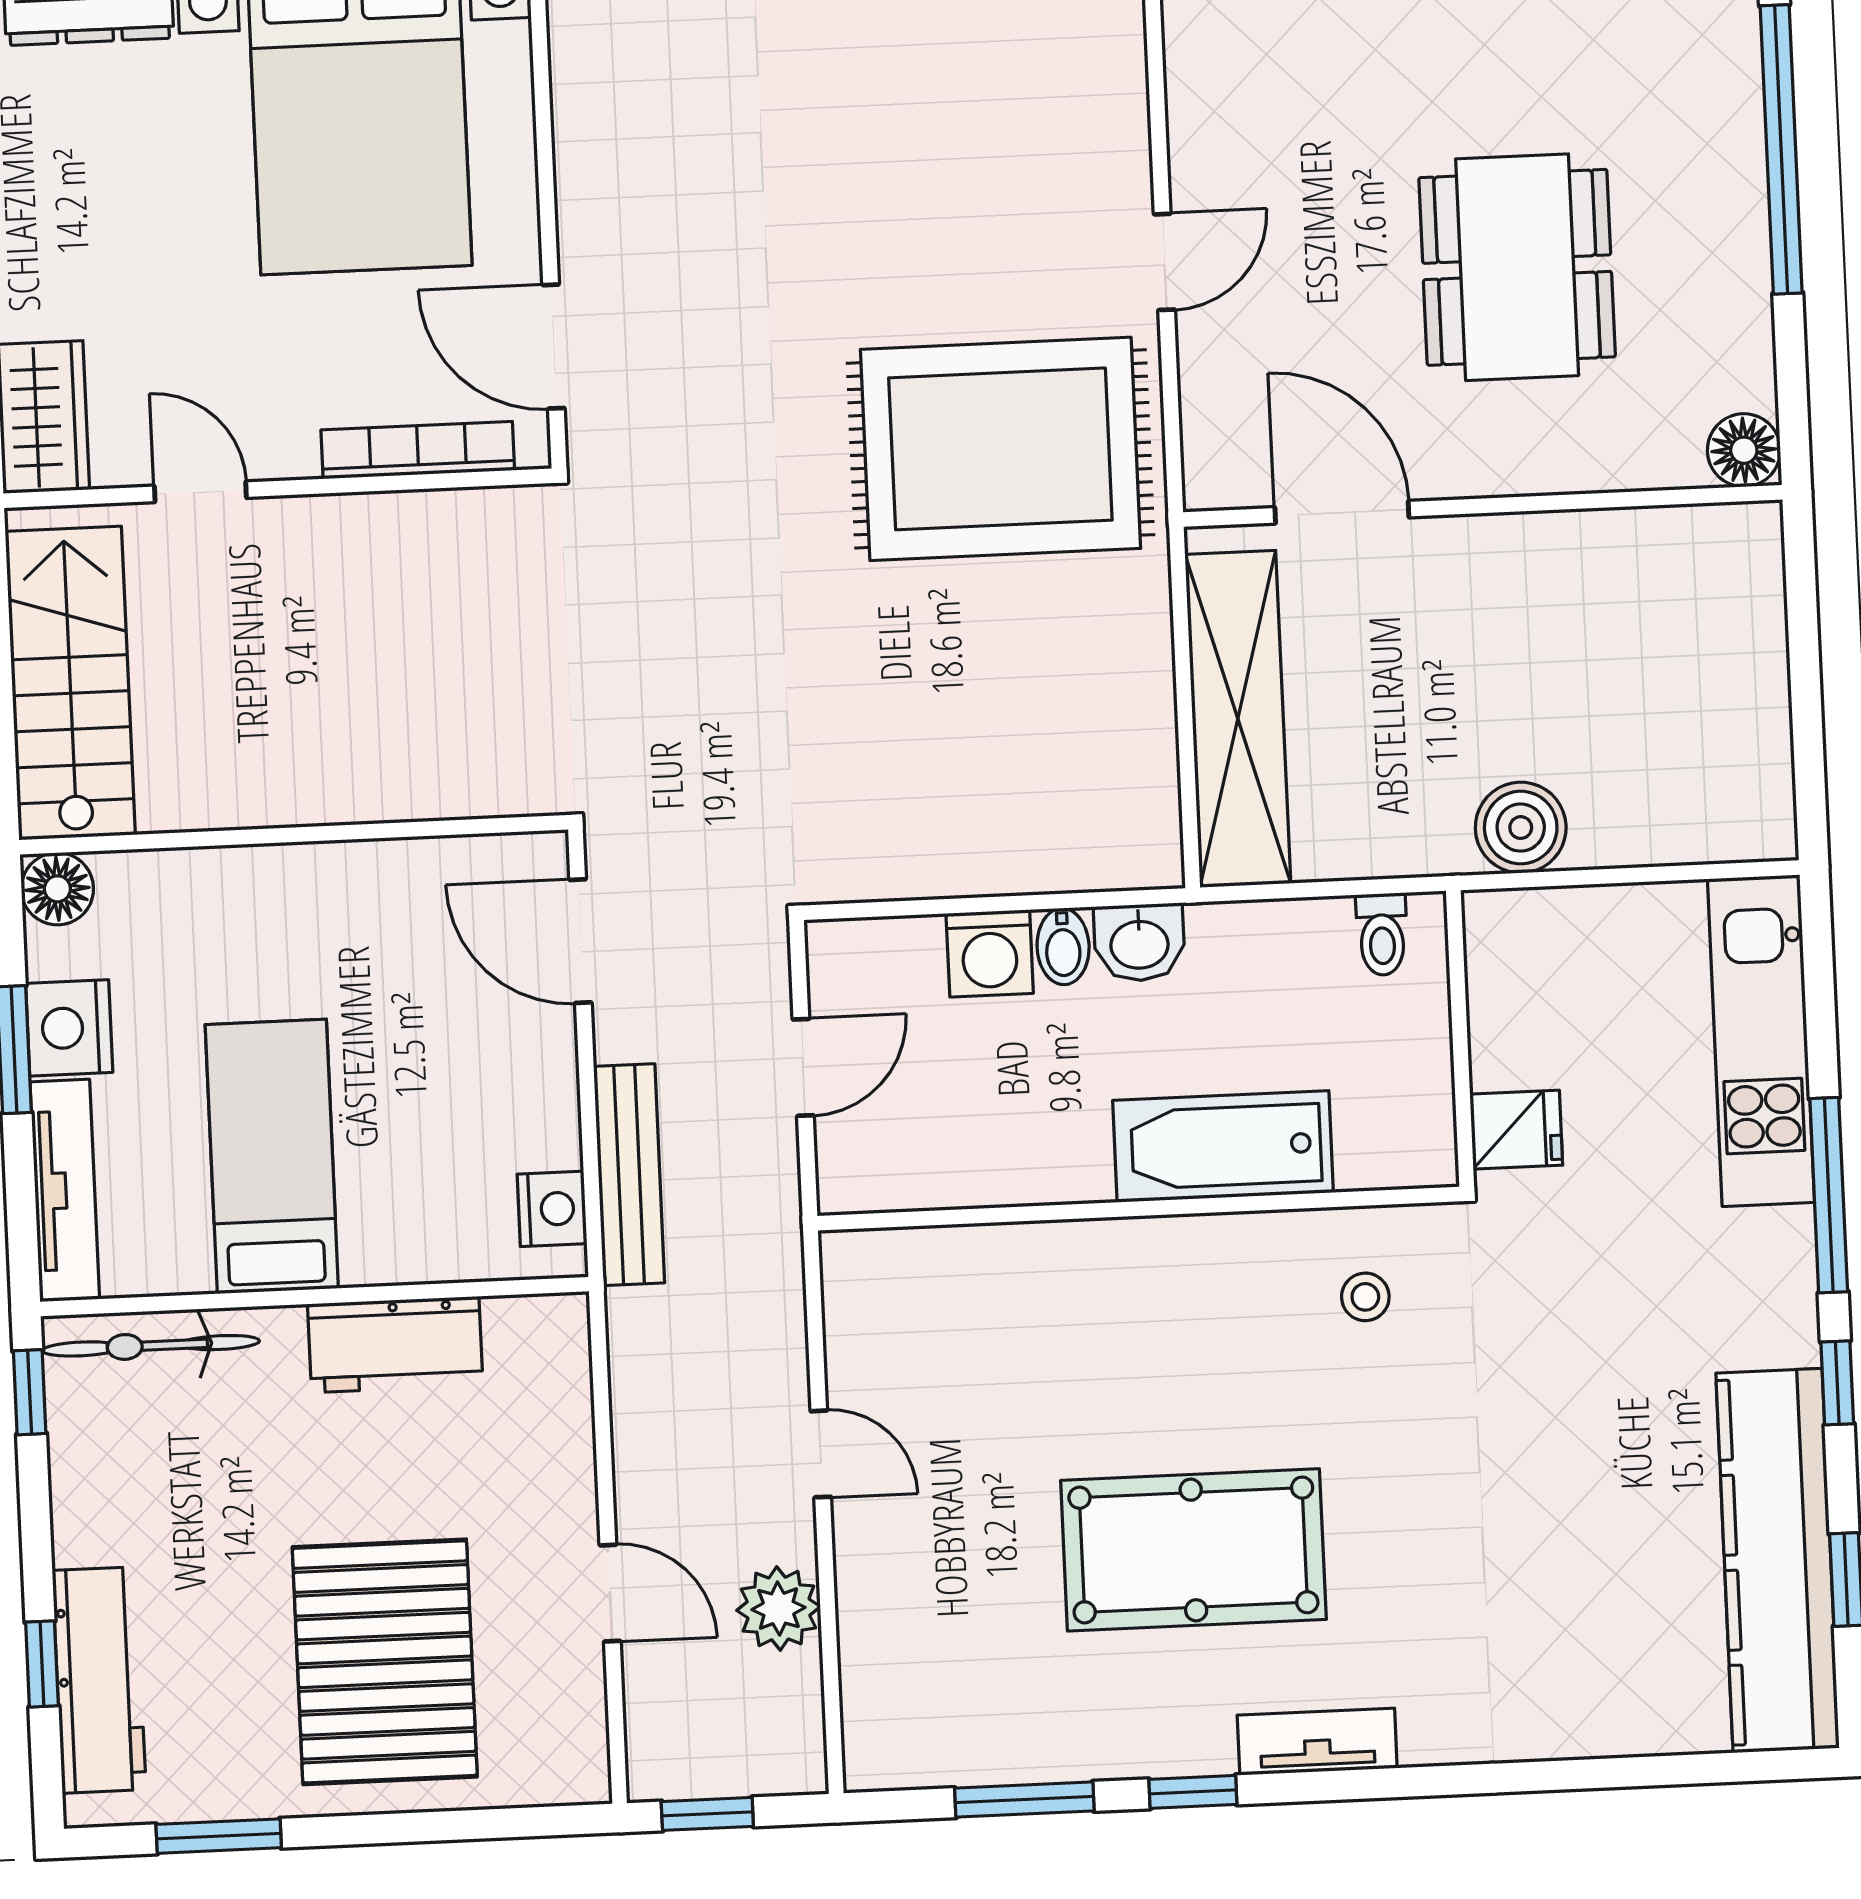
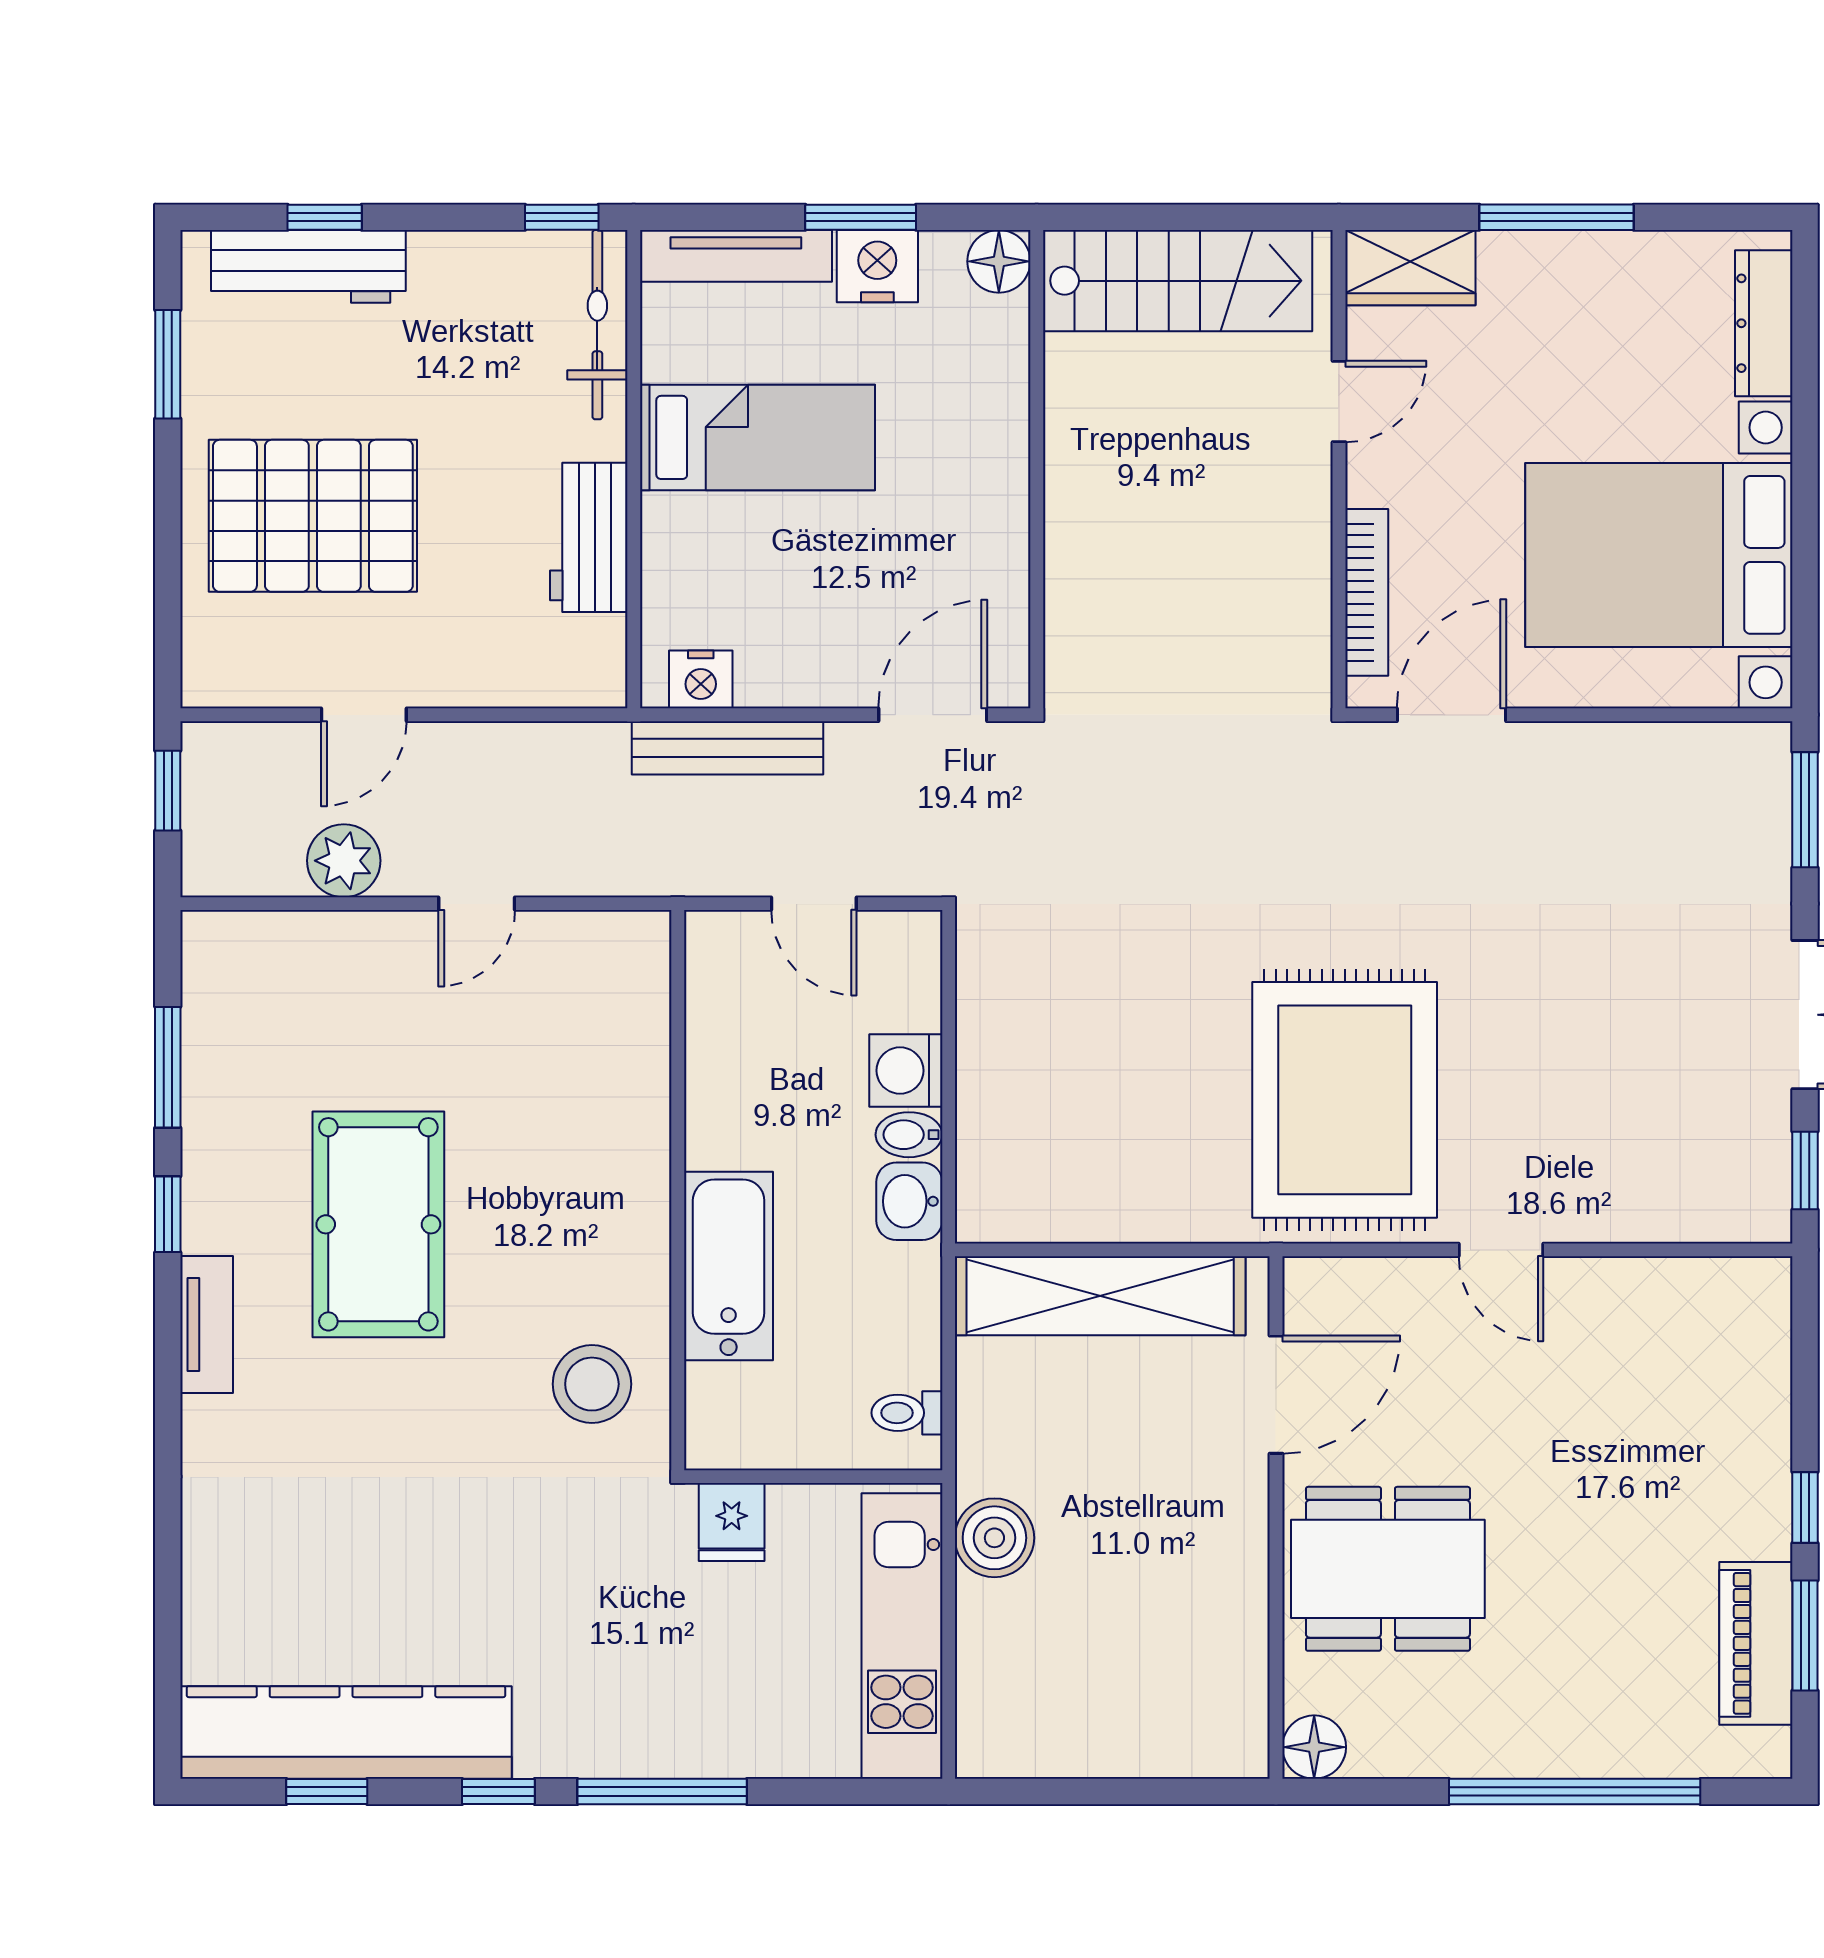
dining table: (1517, 267) -> (1388, 1569), moved
kitchen unit: (1761, 1041) -> (902, 1636), moved, turned -90
stool: (1365, 1297) -> (592, 1384), width x1.89, depth x1.89

